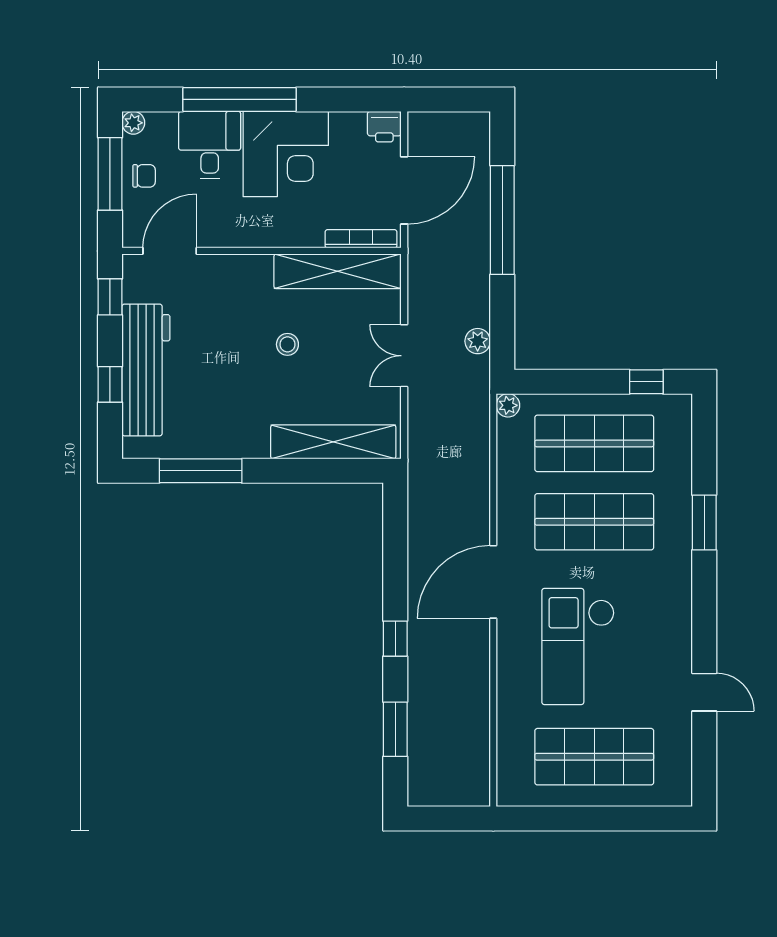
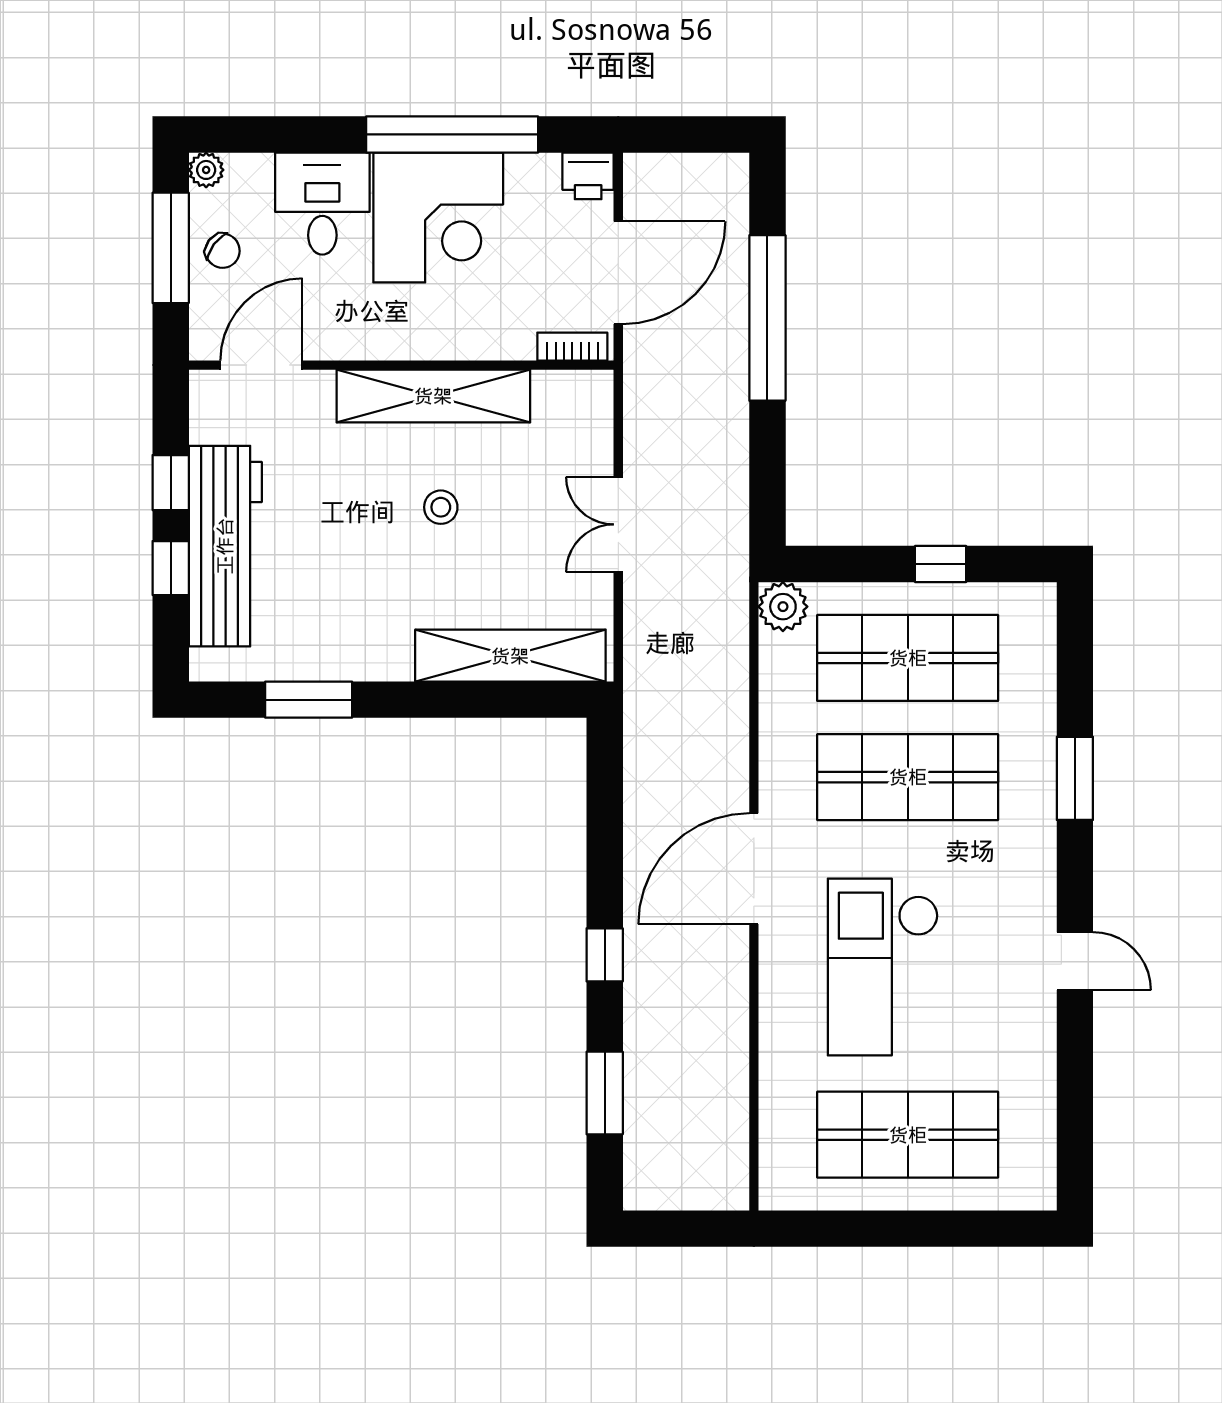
window: (240, 99) -> (452, 134), moved
chair: (144, 176) -> (223, 251), turned 37
bookcase: (361, 239) -> (572, 347), width x0.64
shelving: (338, 271) -> (433, 396), moved
window: (110, 297) -> (171, 483), moved
plant: (478, 341) -> (730, 502), removed
window: (646, 382) -> (941, 564), moved
plant: (508, 405) -> (783, 607), width x1.38, depth x1.38
window: (201, 471) -> (309, 700), width x0.69
door: (704, 692) -> (1075, 961), moved

